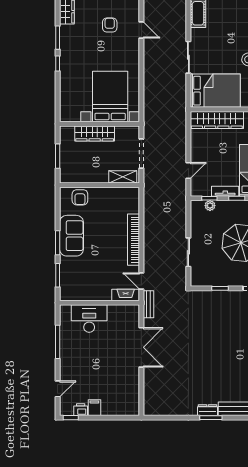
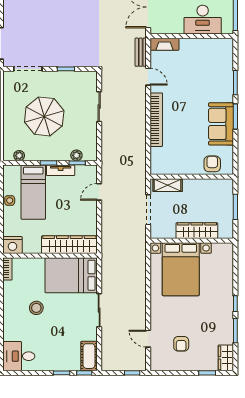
fireplace: (126, 295) -> (165, 44), moved
wall: (99, 303) -> (192, 36), moved
desk: (89, 319) -> (203, 20), moved

